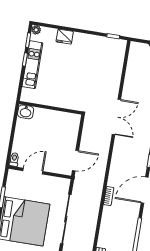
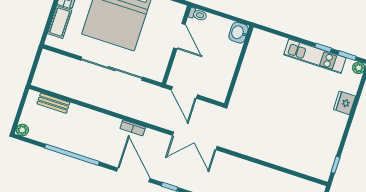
wall: (51, 108) -> (239, 65), moved
washbasin: (26, 112) -> (239, 33), moved
double door: (116, 117) -> (195, 141), moved

